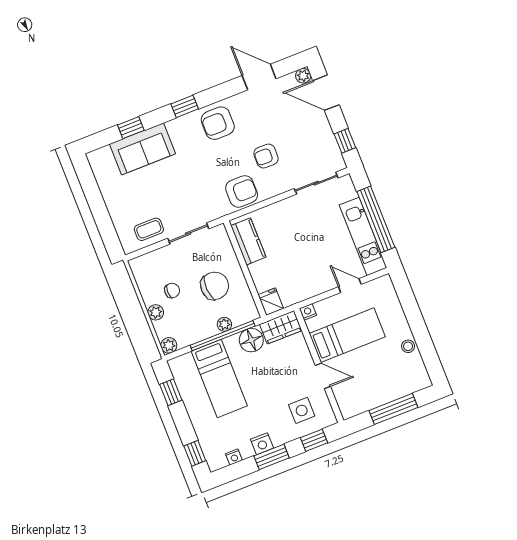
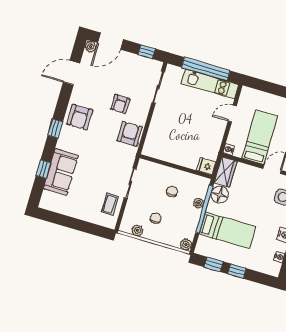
kitchen counter: (248, 241) -> (161, 152), removed
chair: (215, 286) -> (172, 192), width x0.54, depth x0.54
plant: (156, 312) -> (137, 230), moved
window: (195, 453) -> (237, 271), moved

